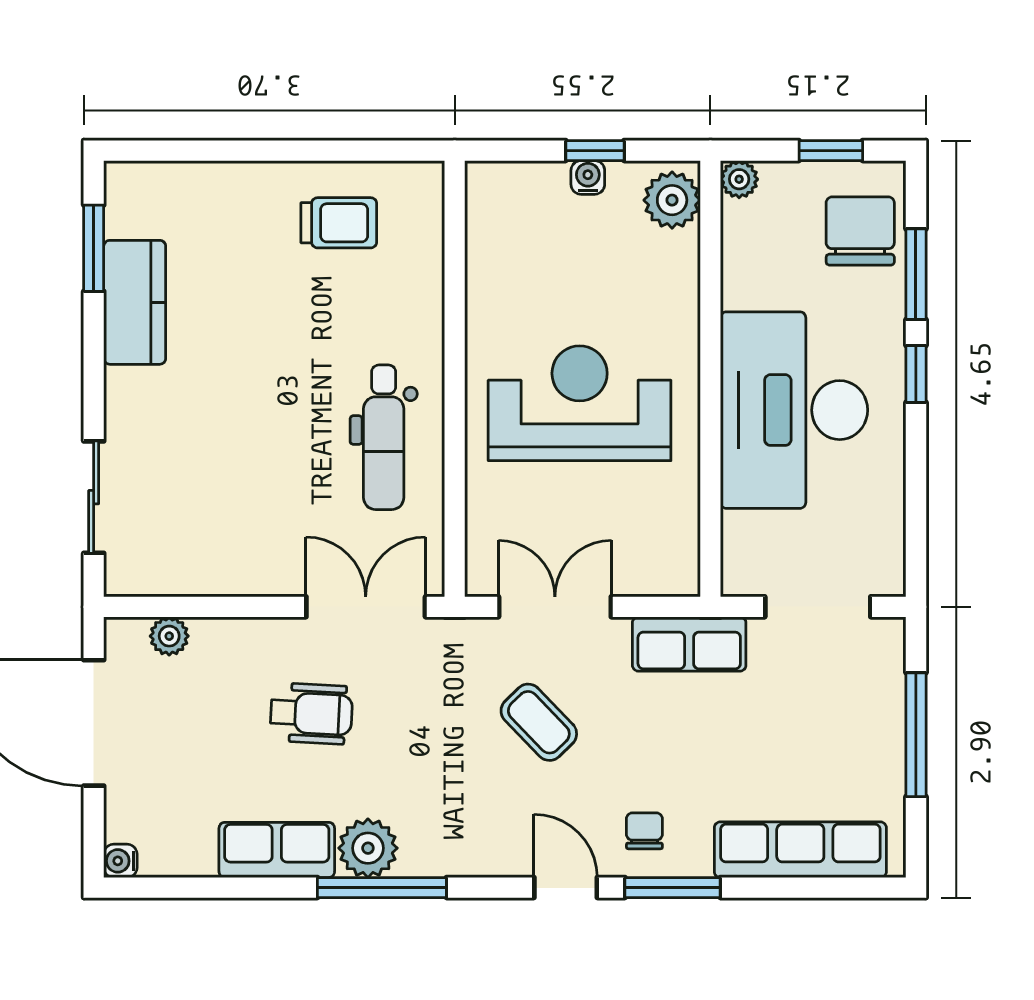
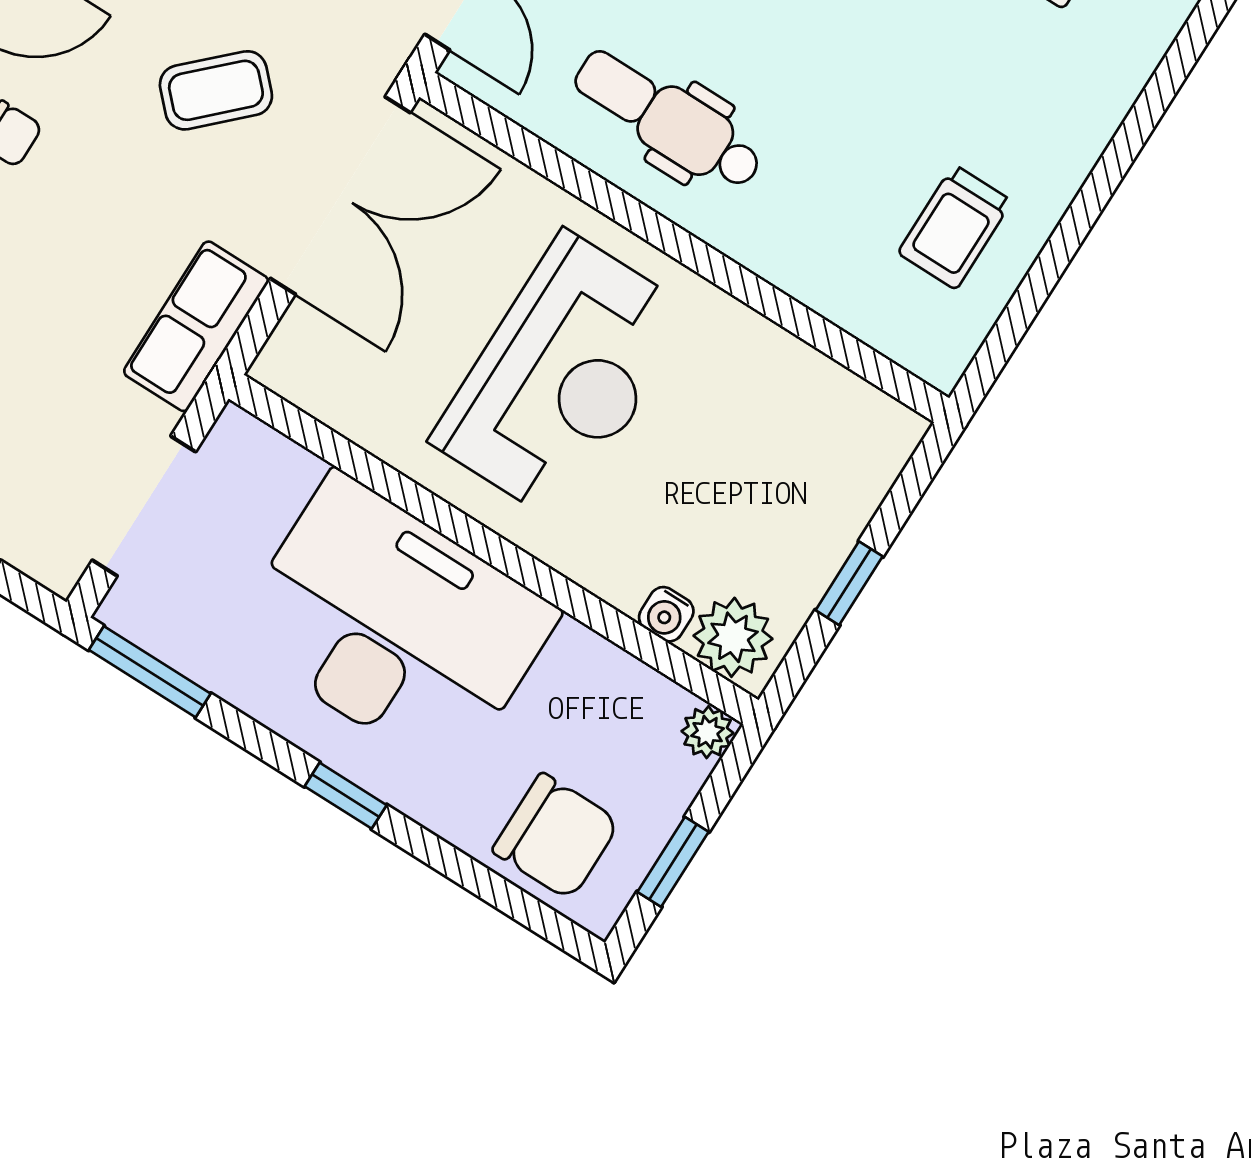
water cooler: (588, 177) -> (666, 614), moved, turned 90
window: (916, 274) -> (150, 672), moved
double door: (555, 607) -> (340, 196), width x1.37

